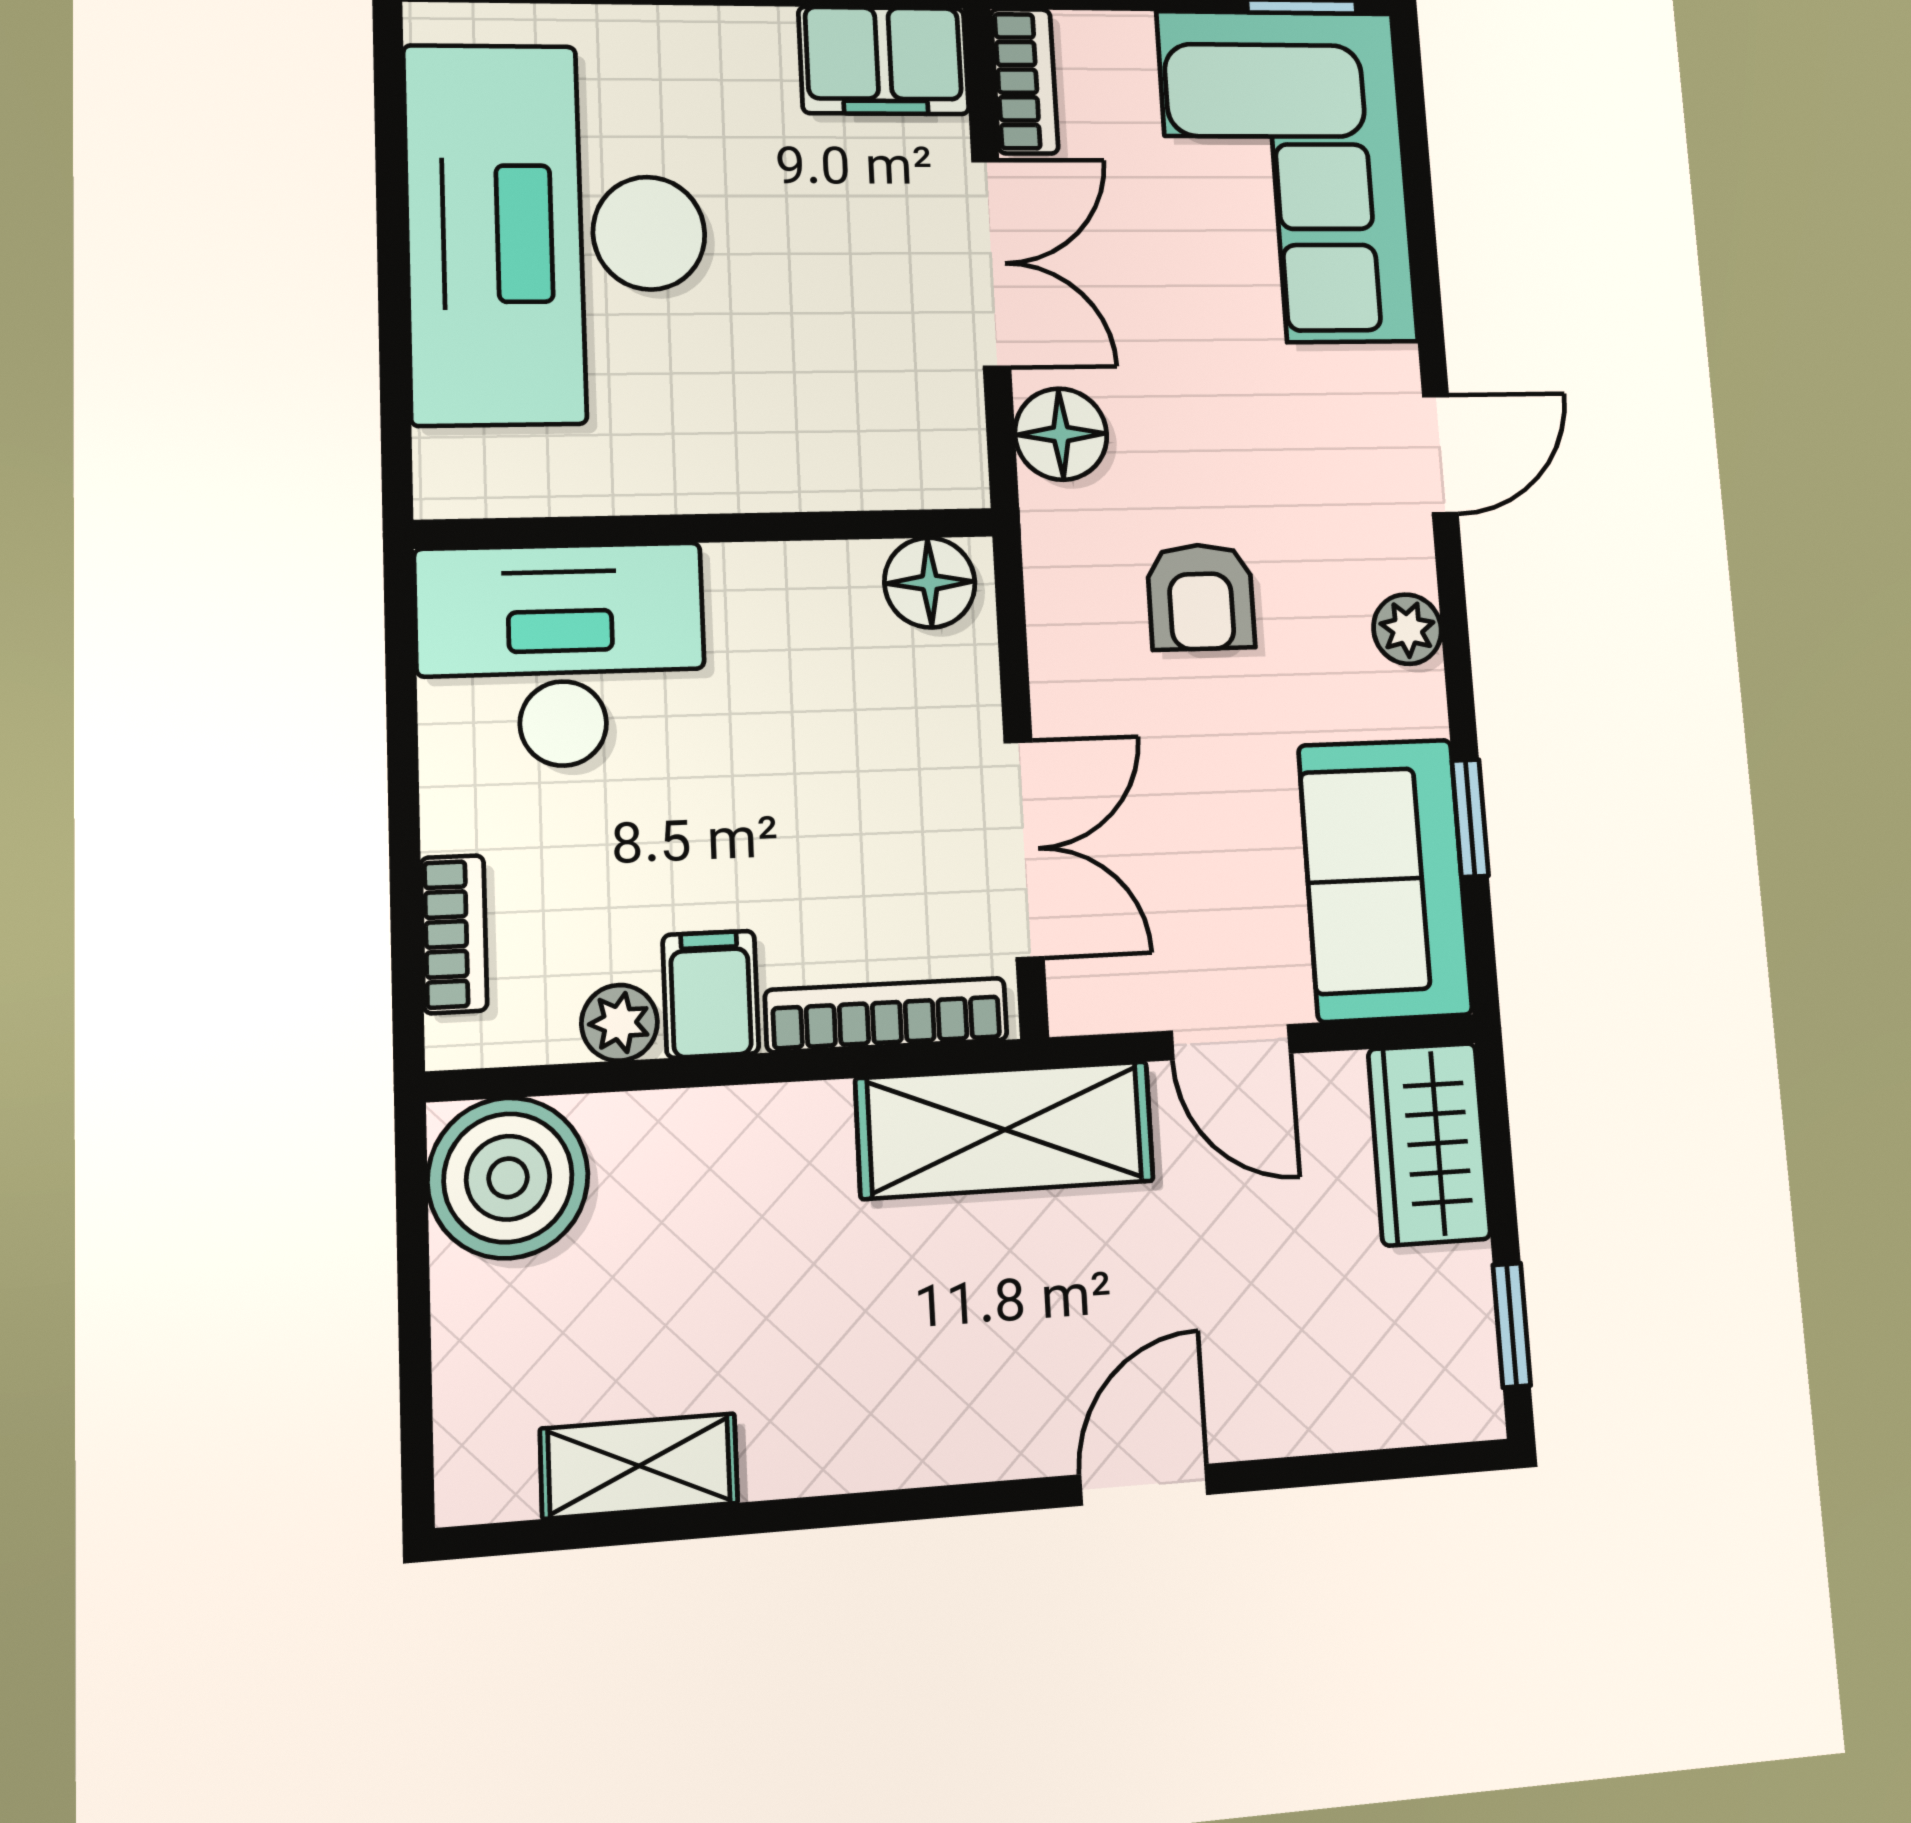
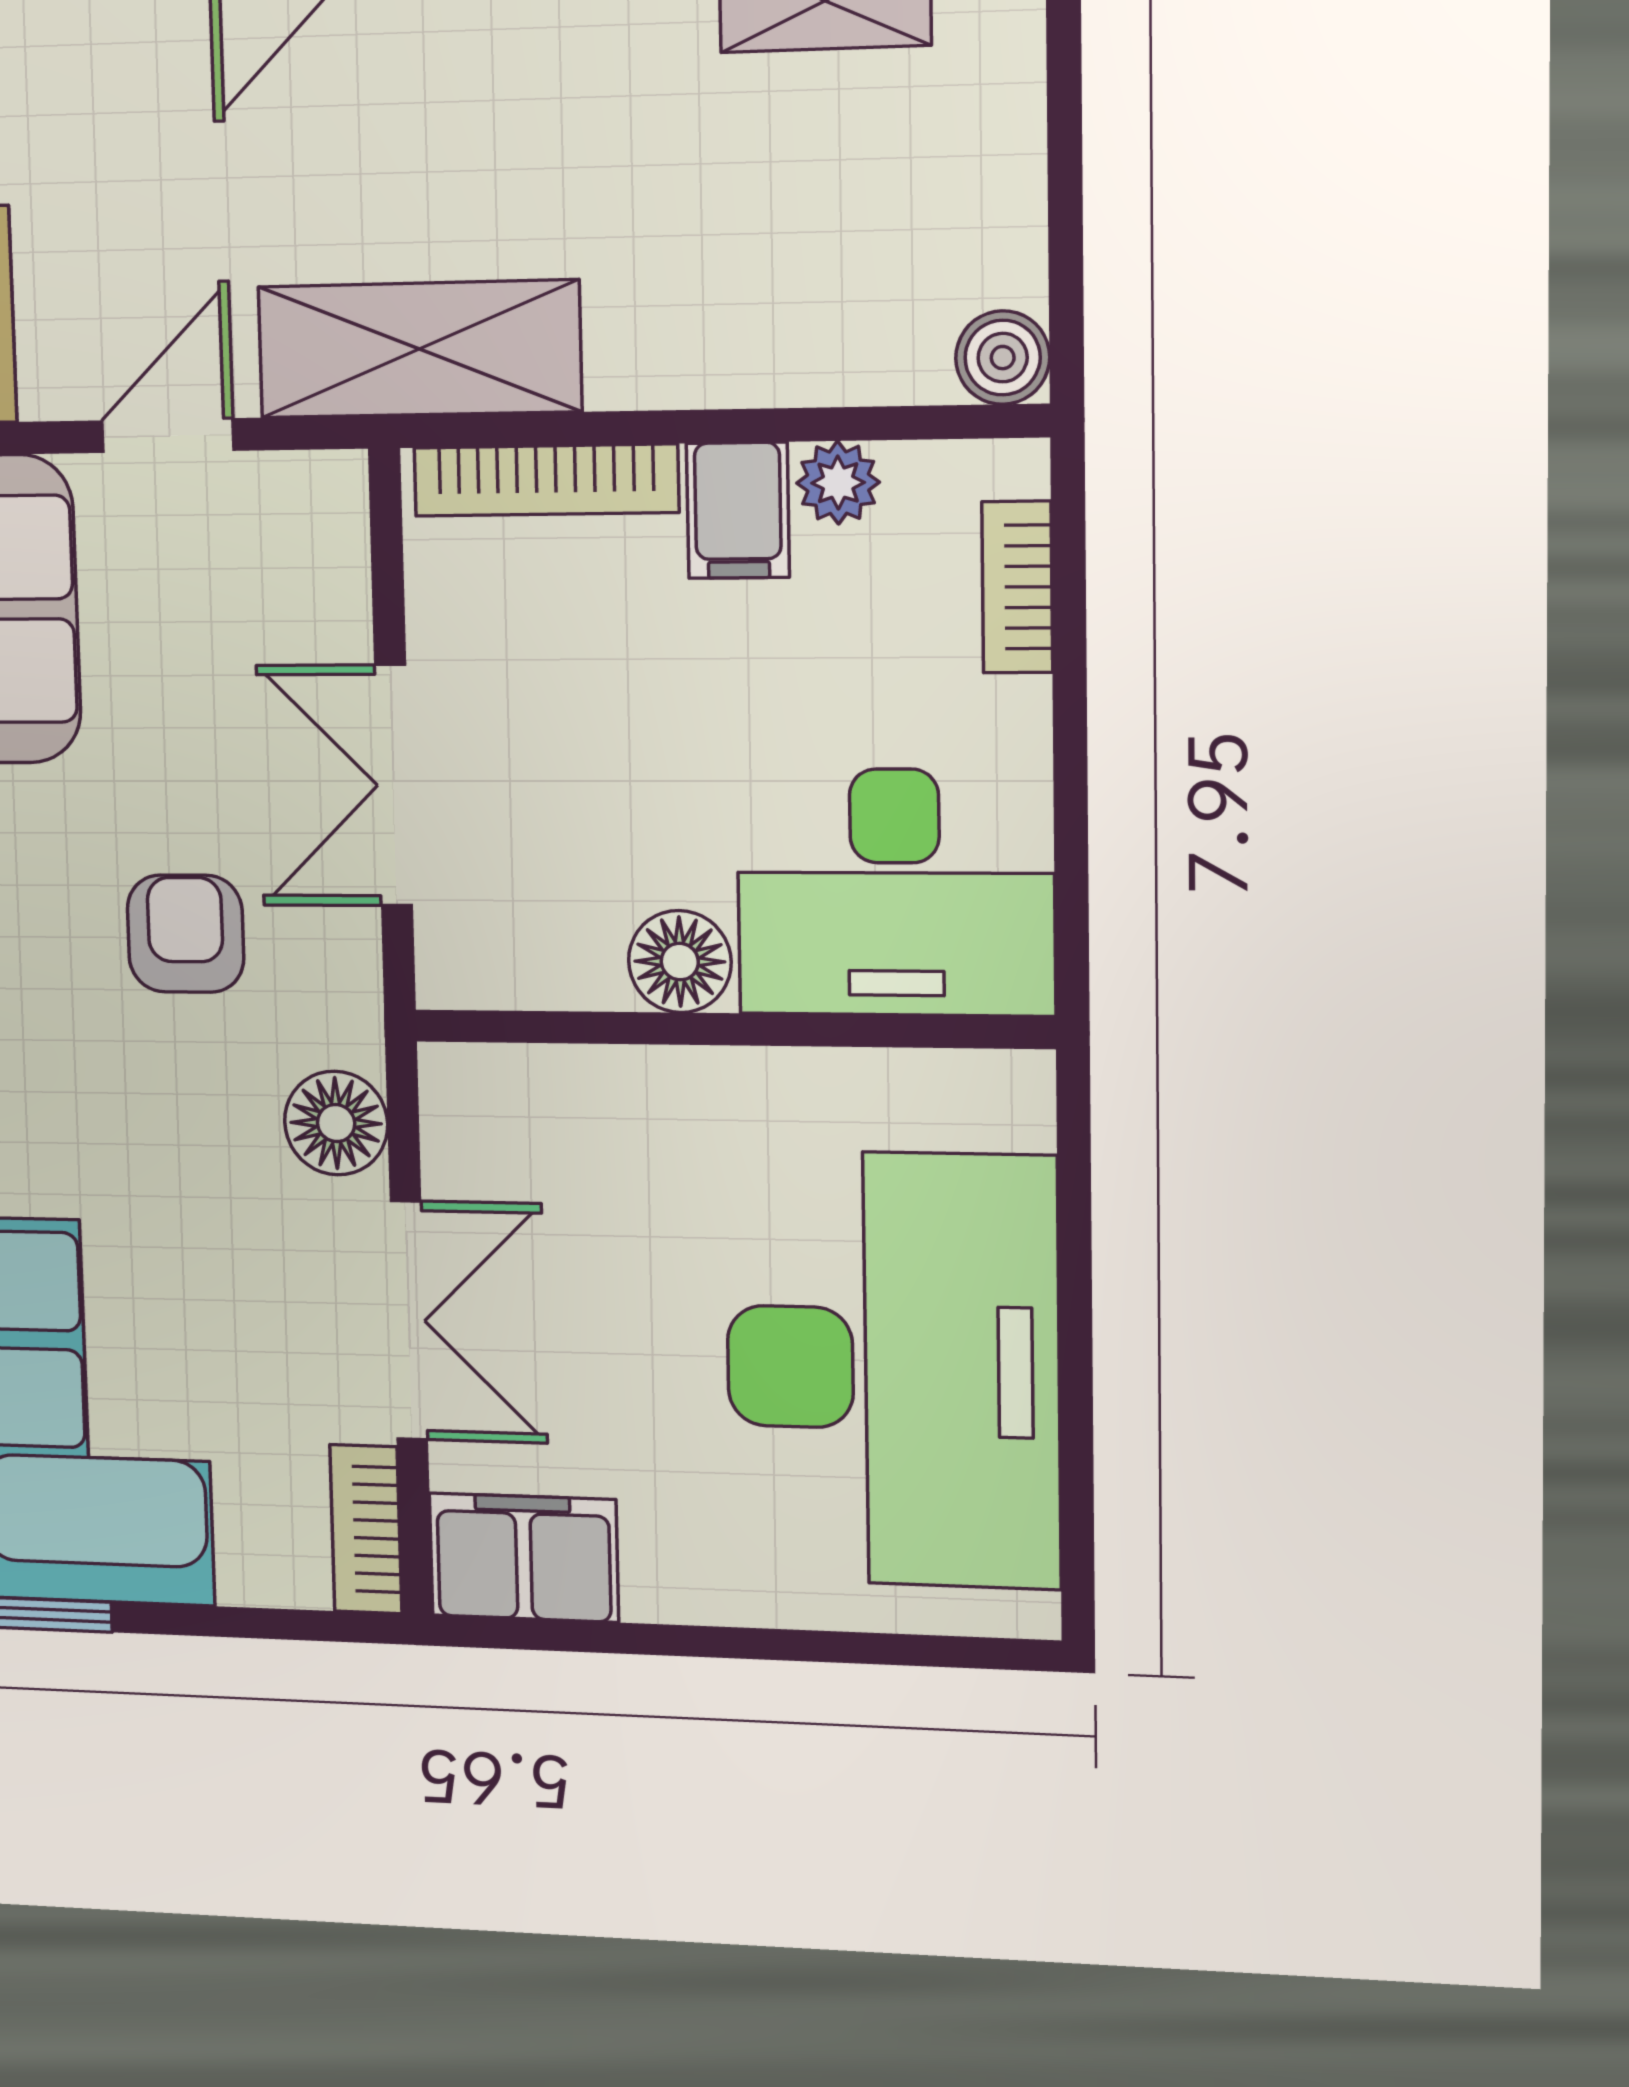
double door: (991, 263) -> (409, 1320), swing flipped
floor lamp: (930, 583) -> (680, 962), moved
double door: (1024, 849) -> (394, 785), moved
door: (1231, 1042) -> (168, 436), hinge flipped
boiler: (508, 1178) -> (1003, 358), width x0.54, depth x0.54

